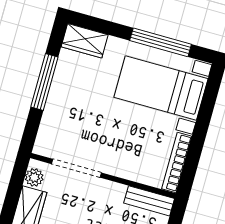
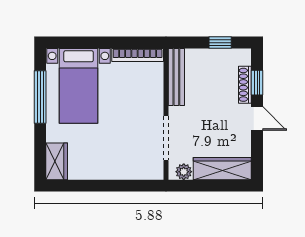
window: (44, 82) -> (101, 186), removed
bench: (149, 201) -> (176, 77), width x1.36

